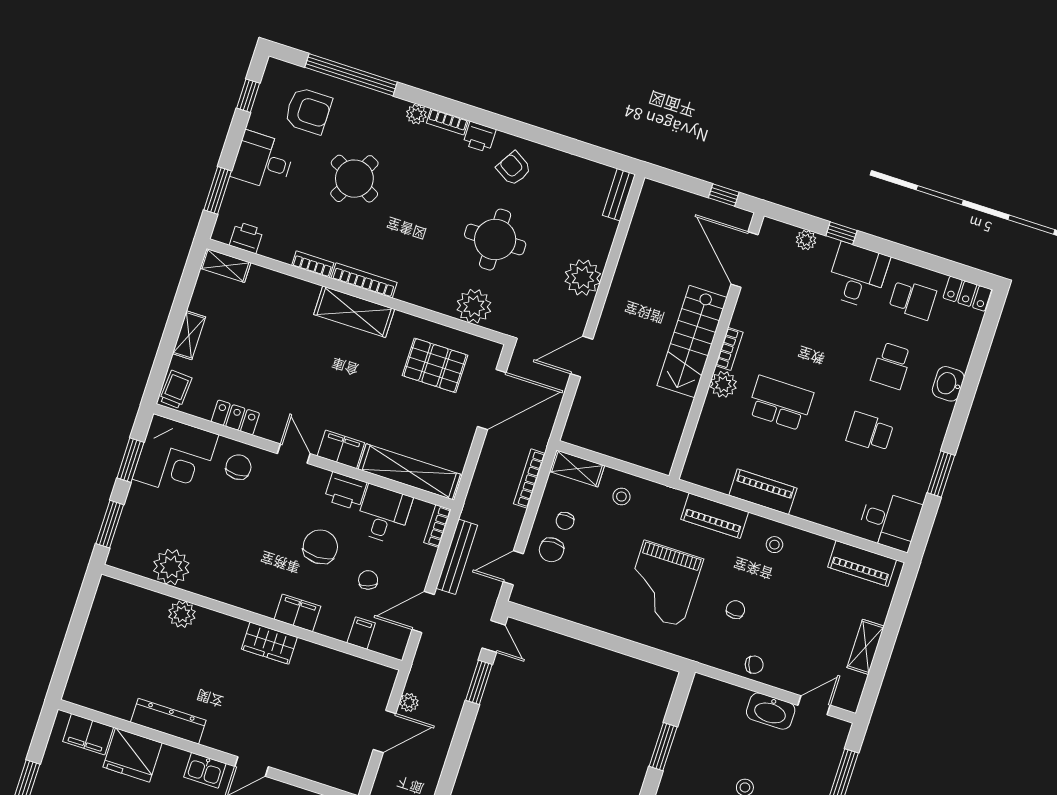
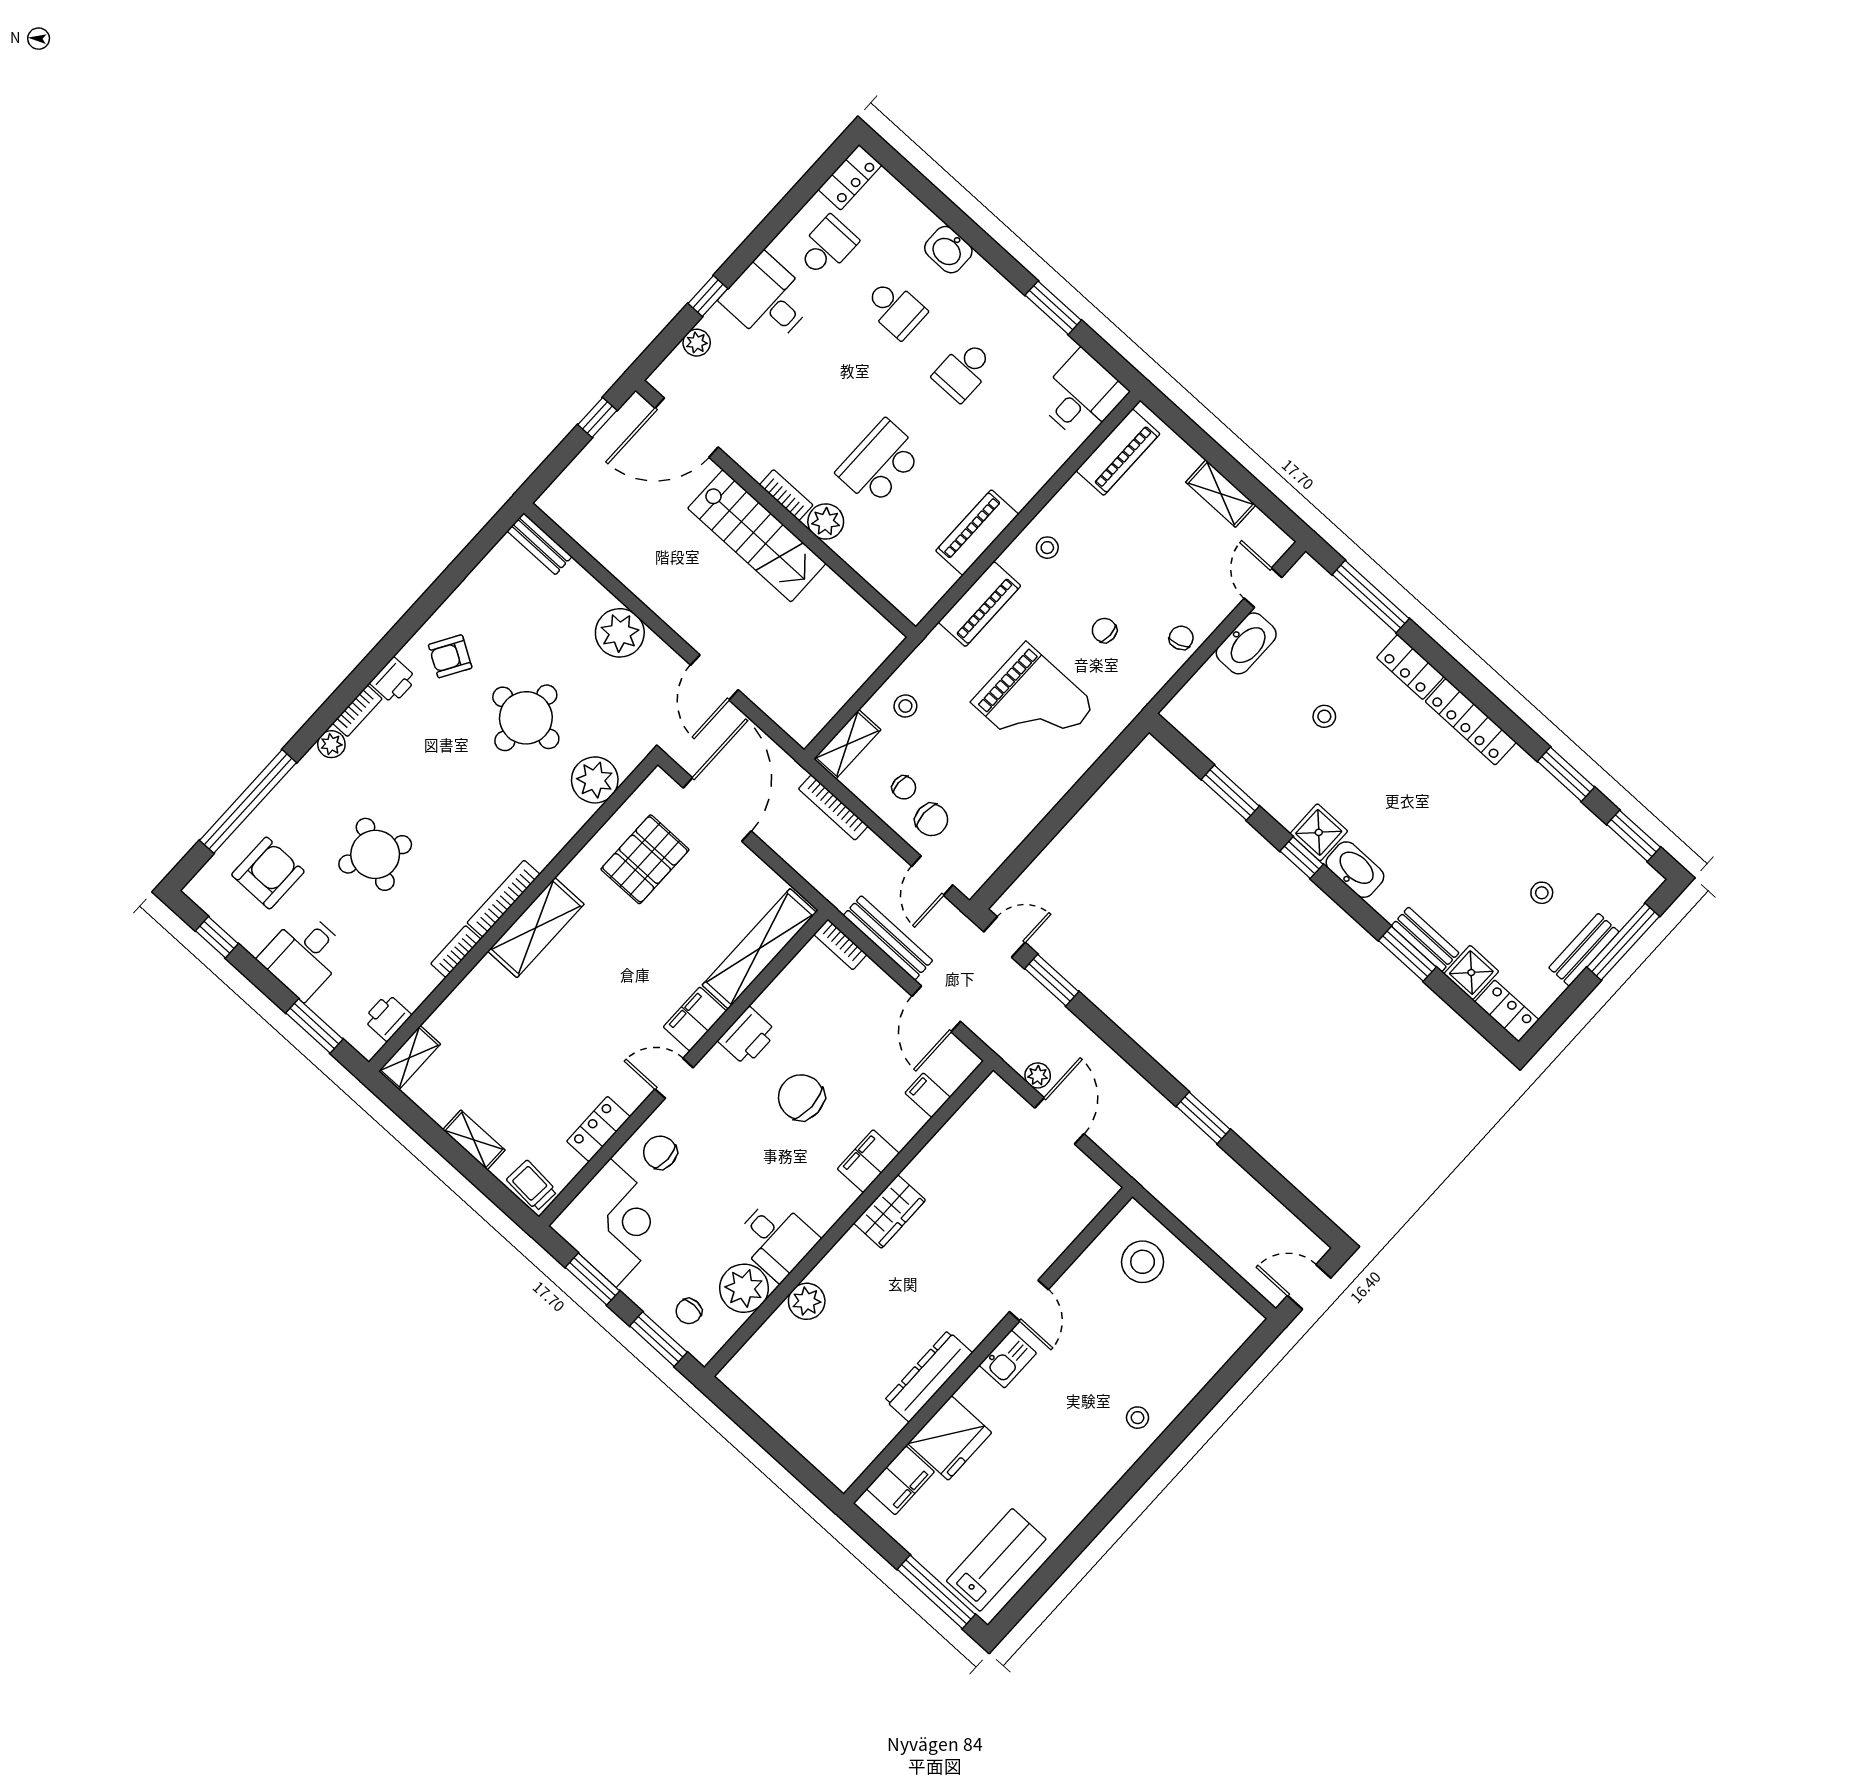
desk: (383, 514) -> (776, 1239), moved, turned 180
chair: (368, 580) -> (689, 1311), moved, turned -70

